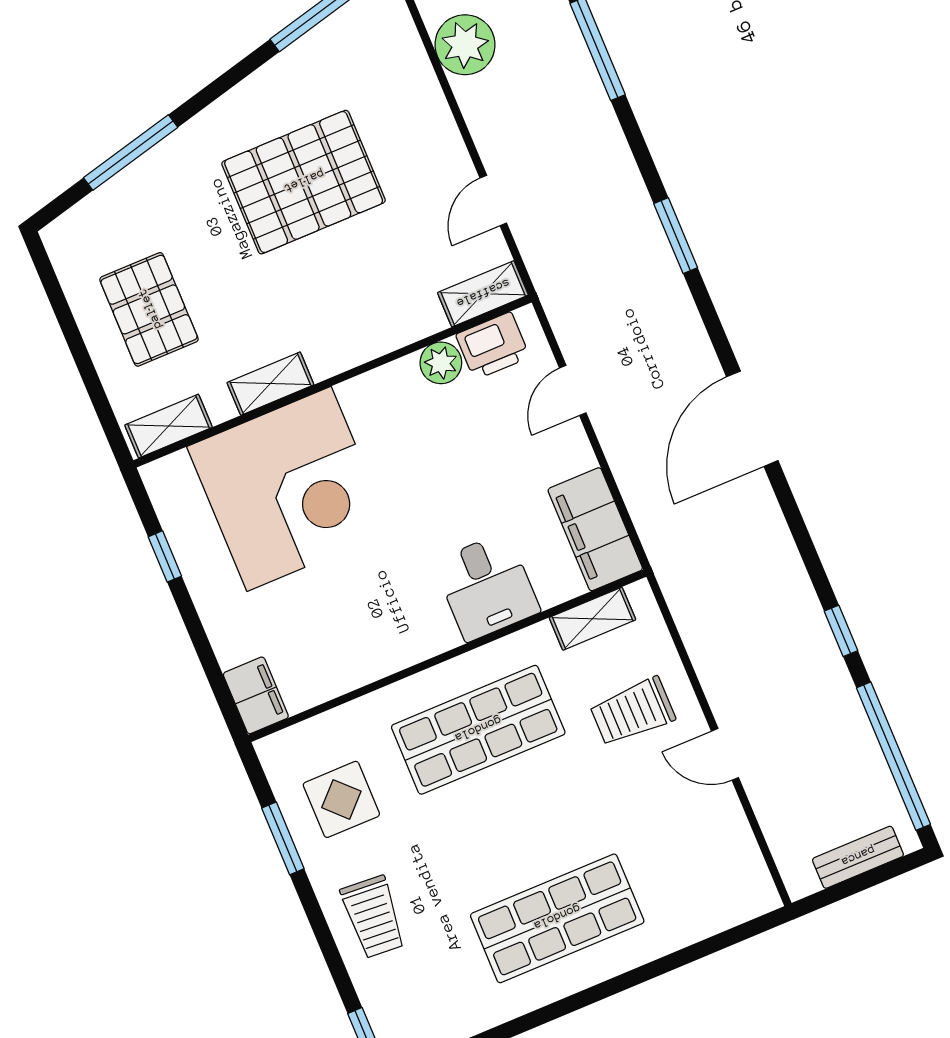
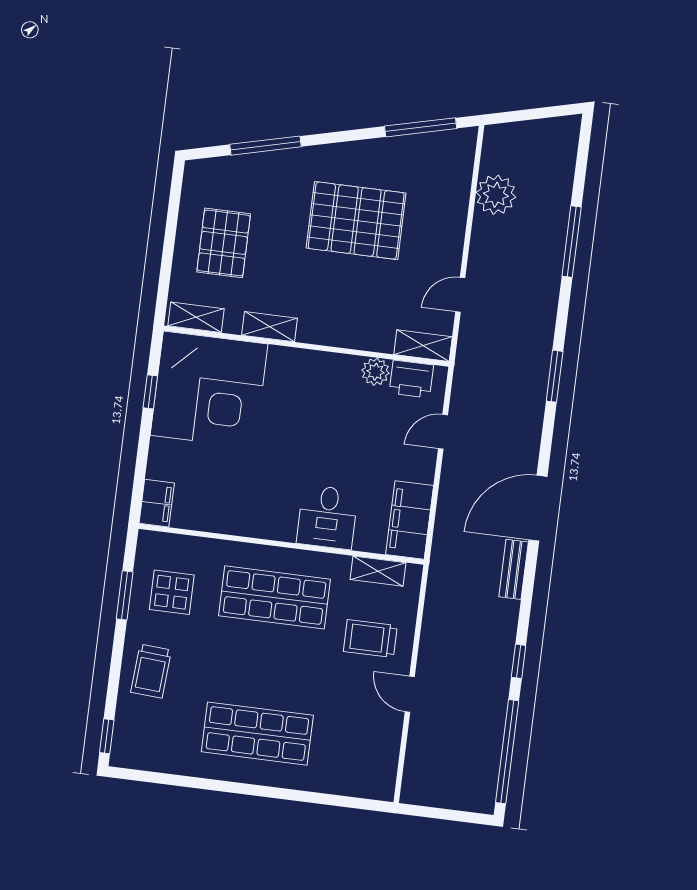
corner desk: (289, 489) -> (209, 390), moved
bench: (858, 857) -> (514, 569), moved, turned 90

